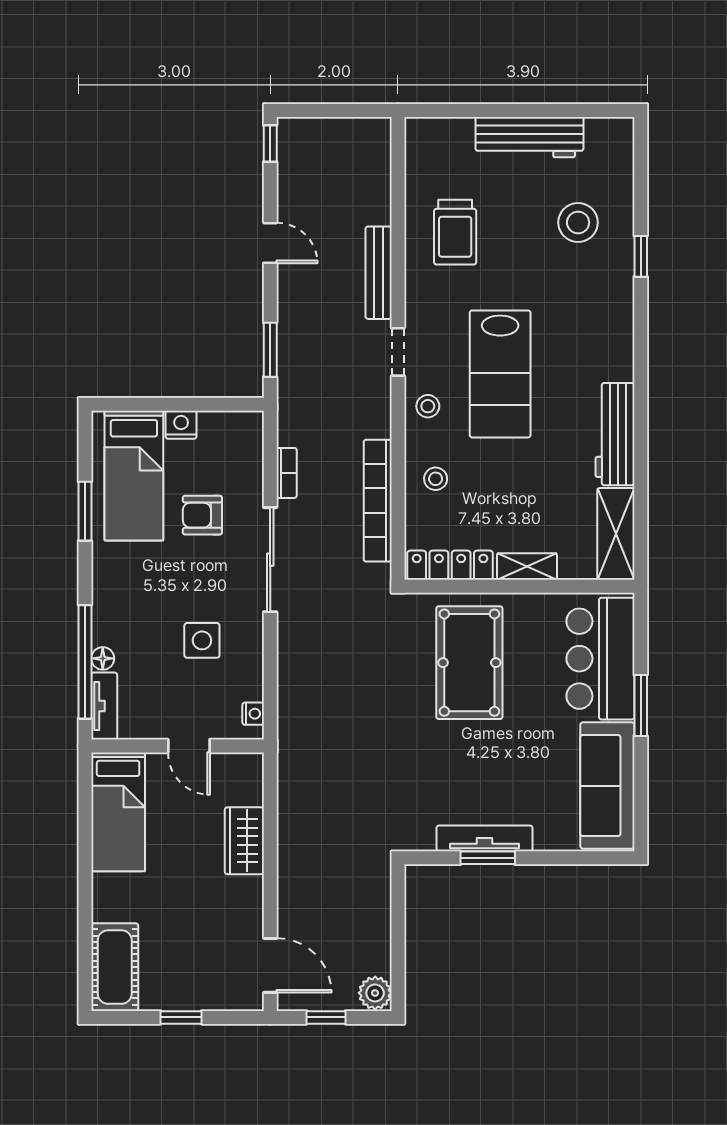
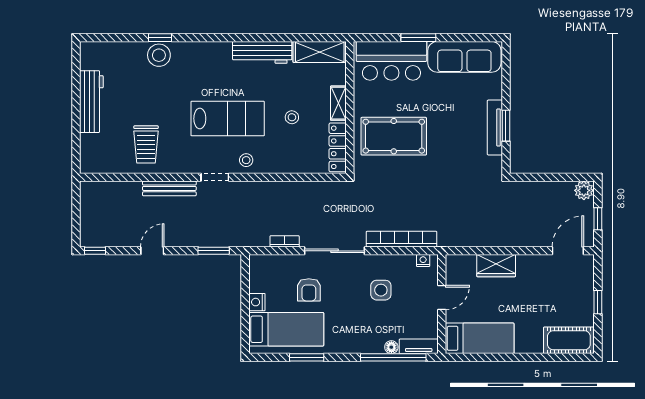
stool: (578, 222) -> (159, 55), moved
trolley: (455, 232) -> (146, 144), turned 90
stool: (436, 479) -> (292, 117), moved
bookcase: (378, 501) -> (401, 239), moved, turned 180

